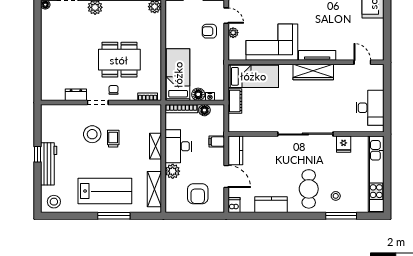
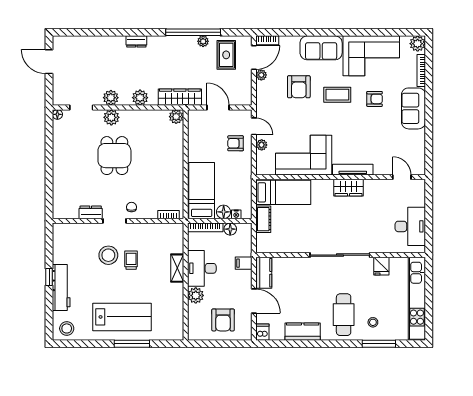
dining table: (119, 60) -> (114, 156), moved, width x0.73
wardrobe: (313, 72) -> (348, 188), width x0.67
shelving: (154, 189) -> (176, 315), removed

